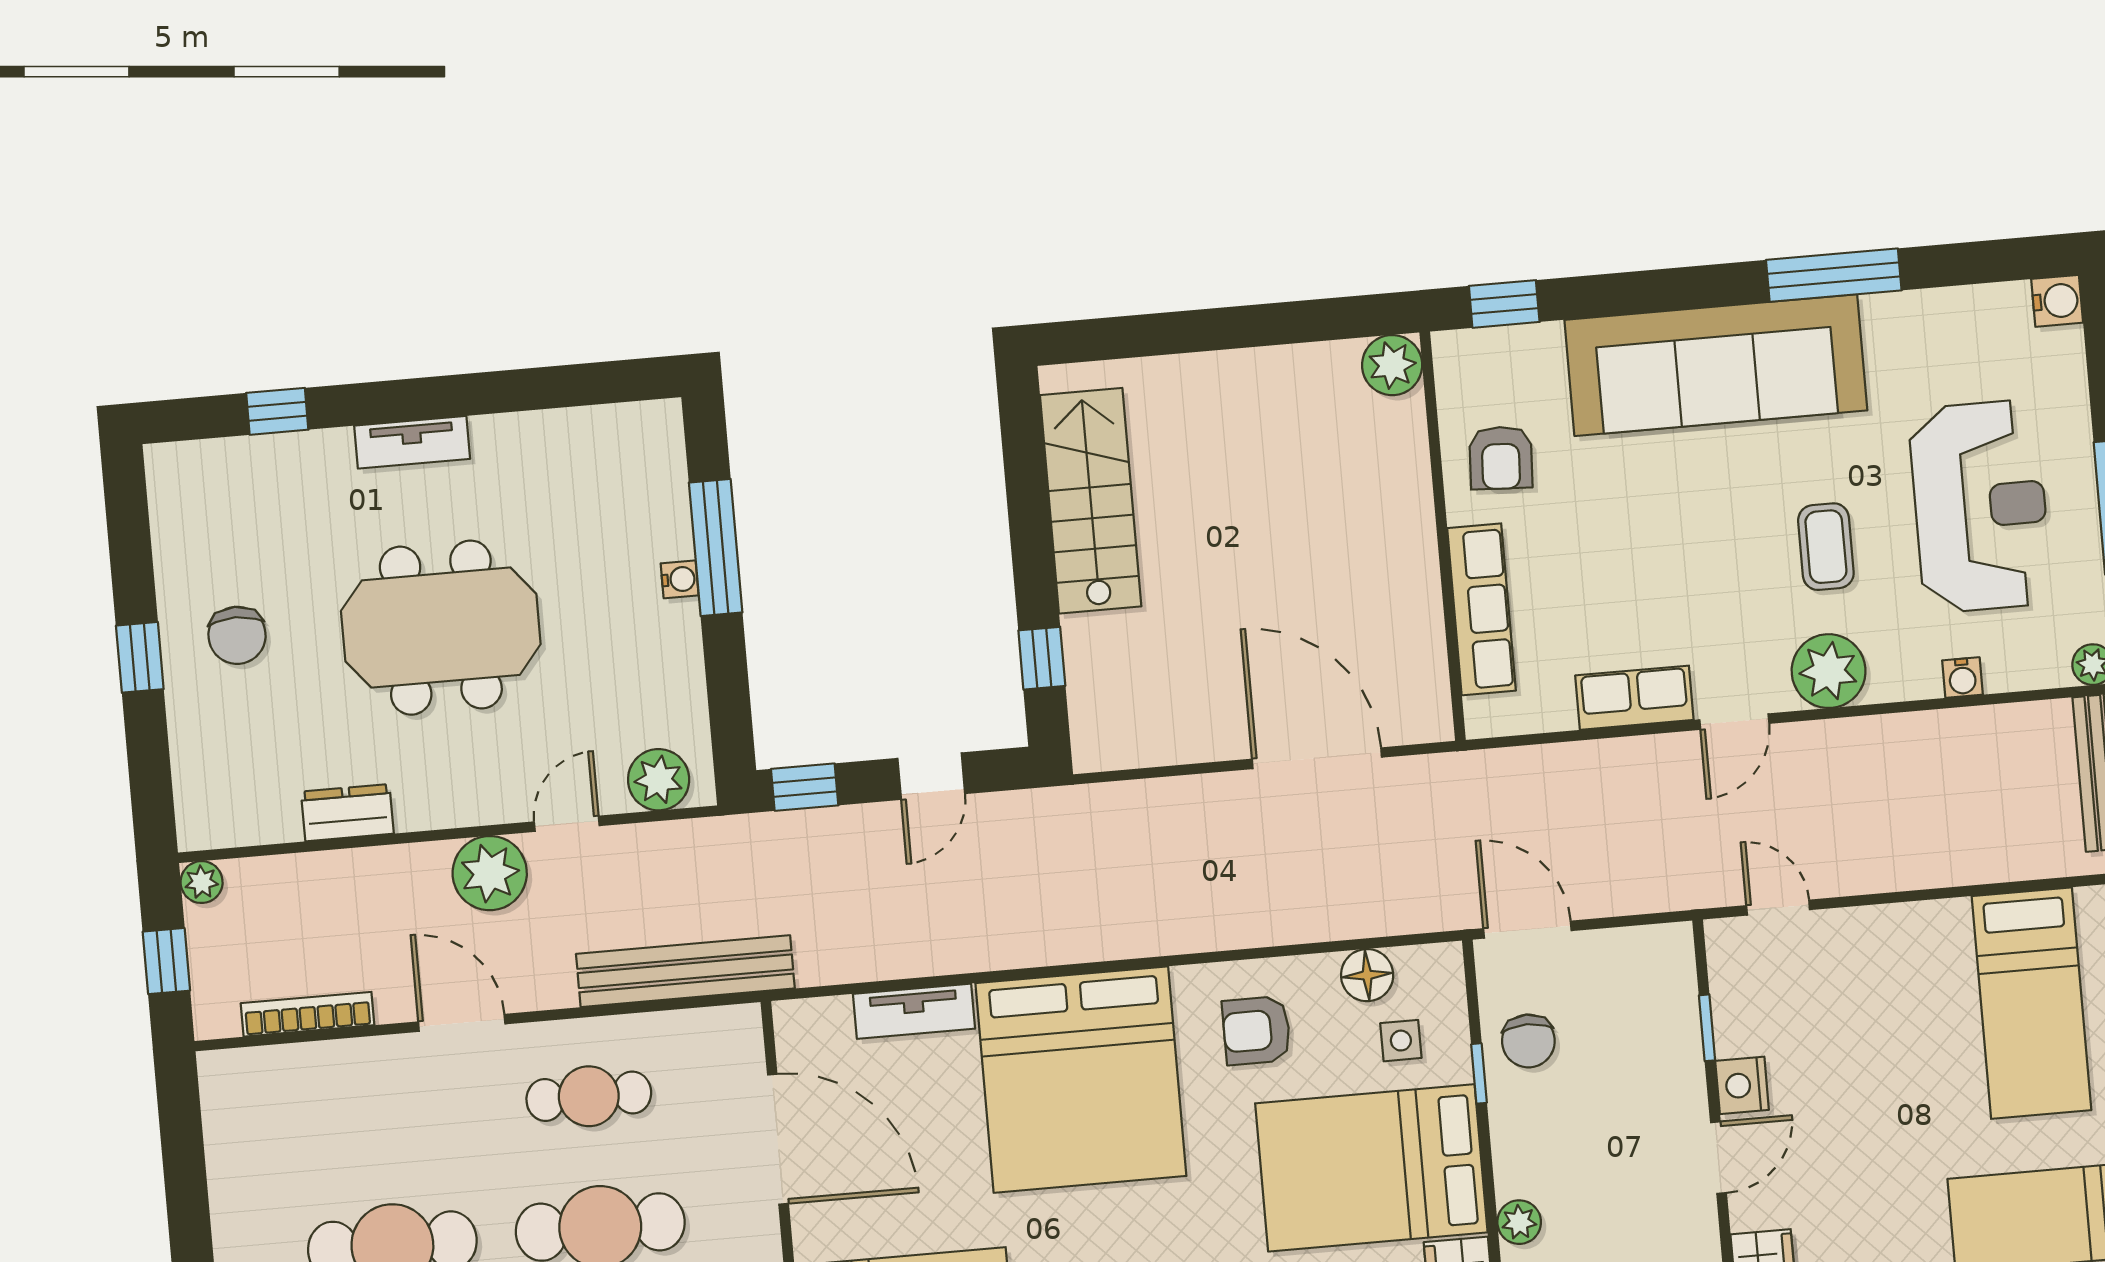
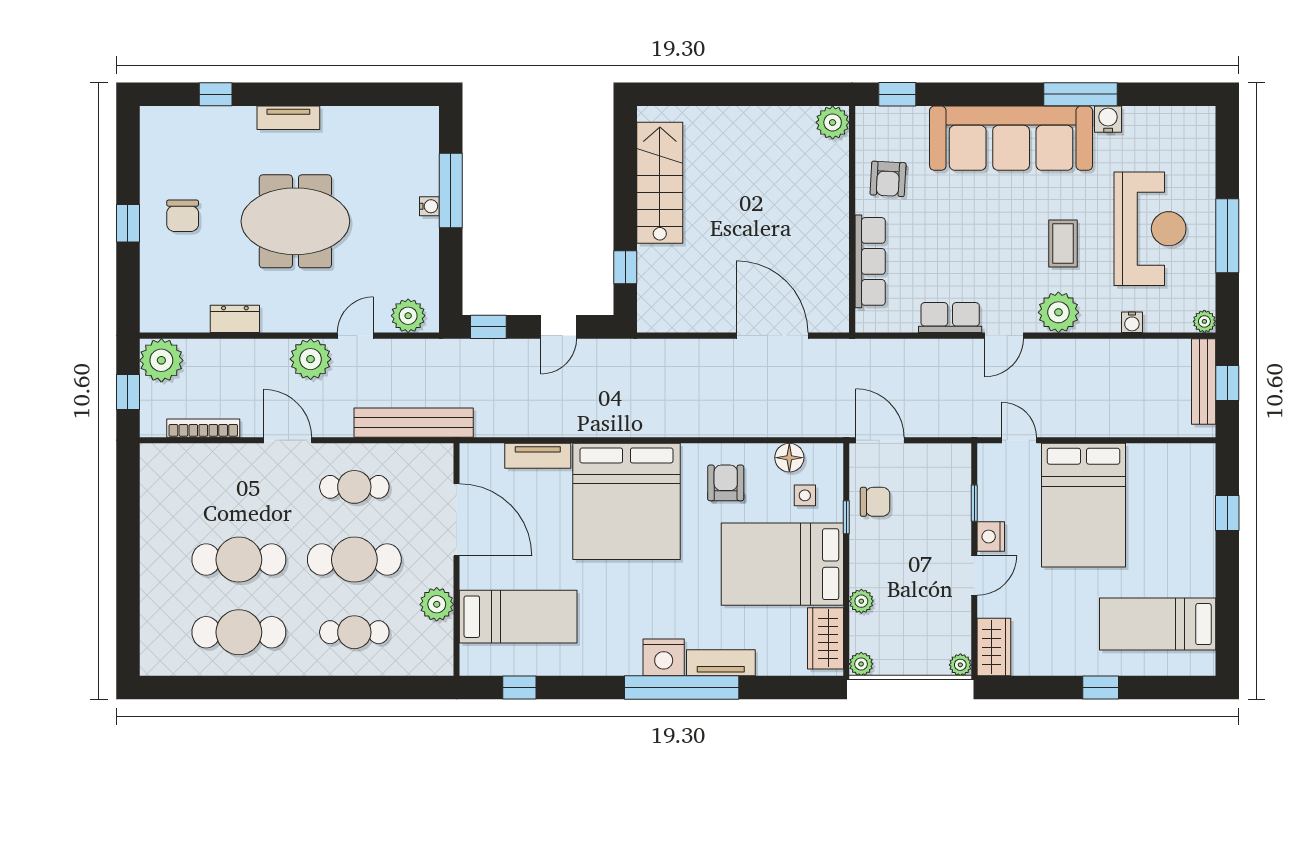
water cooler: (2057, 301) -> (1108, 119), moved, turned -90
plant: (202, 882) -> (161, 360), width x1.87, depth x1.87
bed: (2031, 1003) -> (1084, 505), moved, width x1.50
armchair: (1256, 1031) -> (726, 483), turned 90
chair: (1528, 1041) -> (875, 502), turned -90

